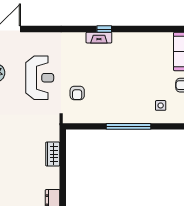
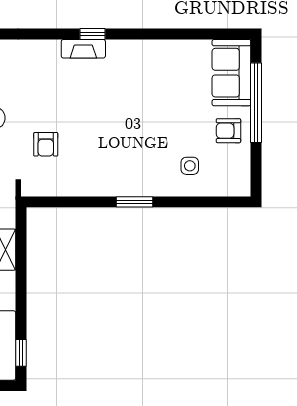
window: (129, 126) -> (135, 202), width x0.47

